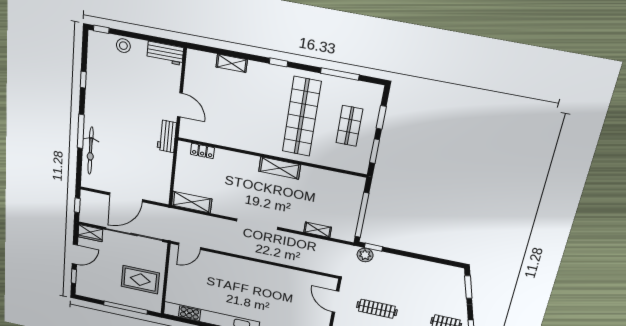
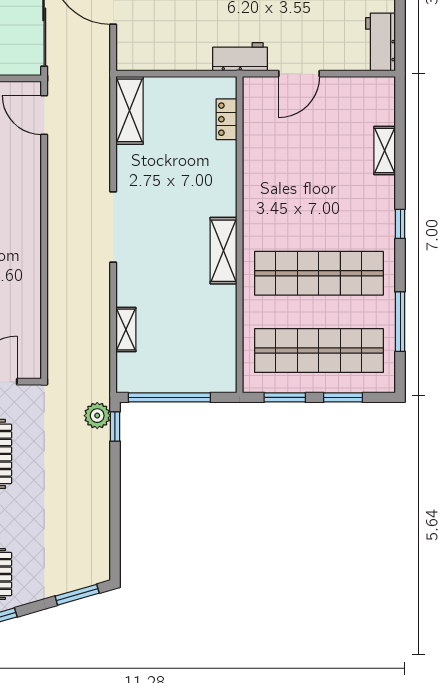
shop shelf: (349, 126) -> (319, 351), width x2.00, depth x1.36

